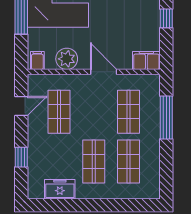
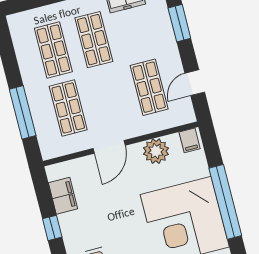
filing cabinet: (146, 60) -> (63, 196), moved, turned -90
door: (104, 72) -> (109, 147), hinge flipped
window: (21, 157) -> (179, 23), width x1.50

